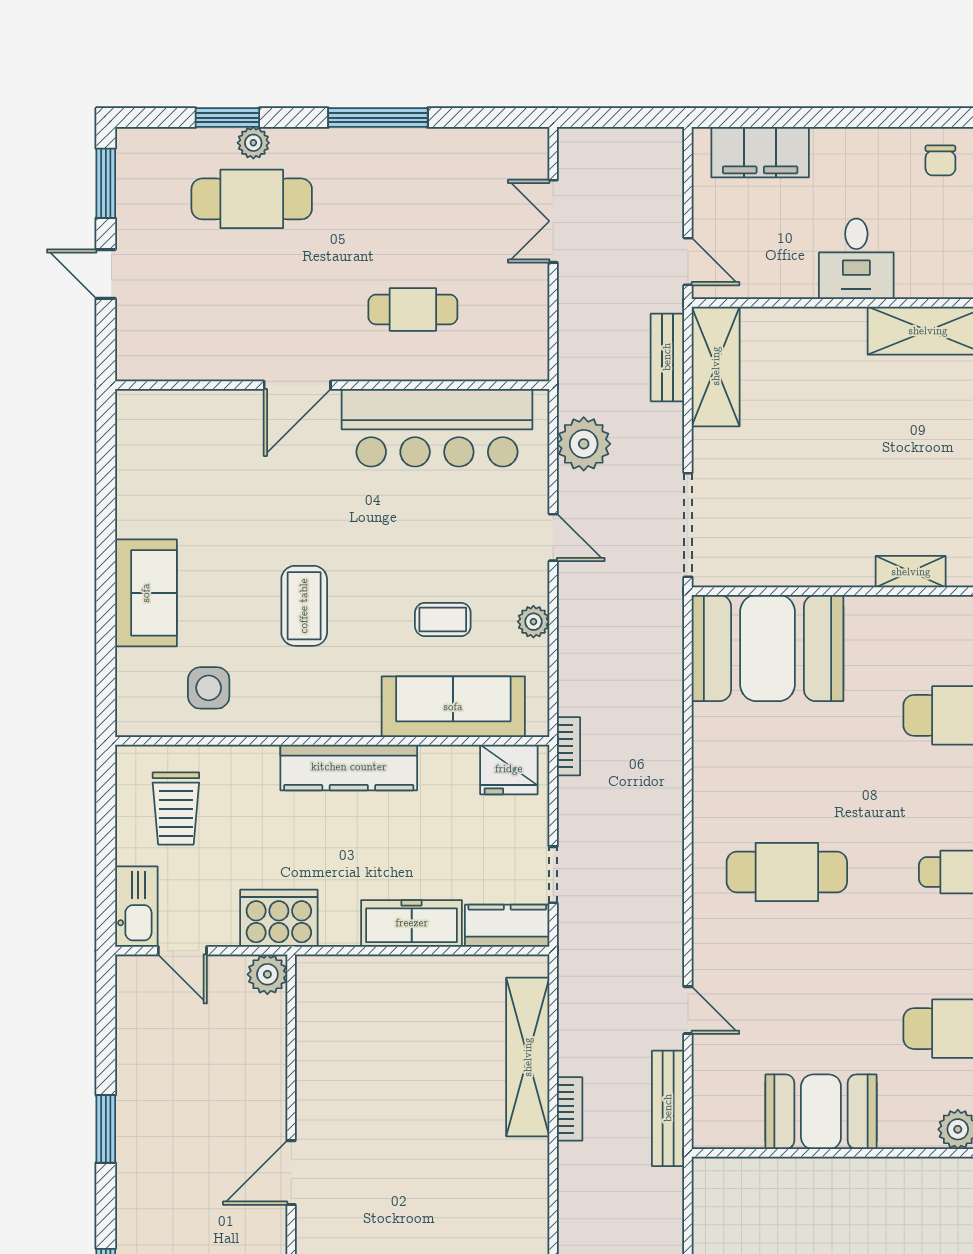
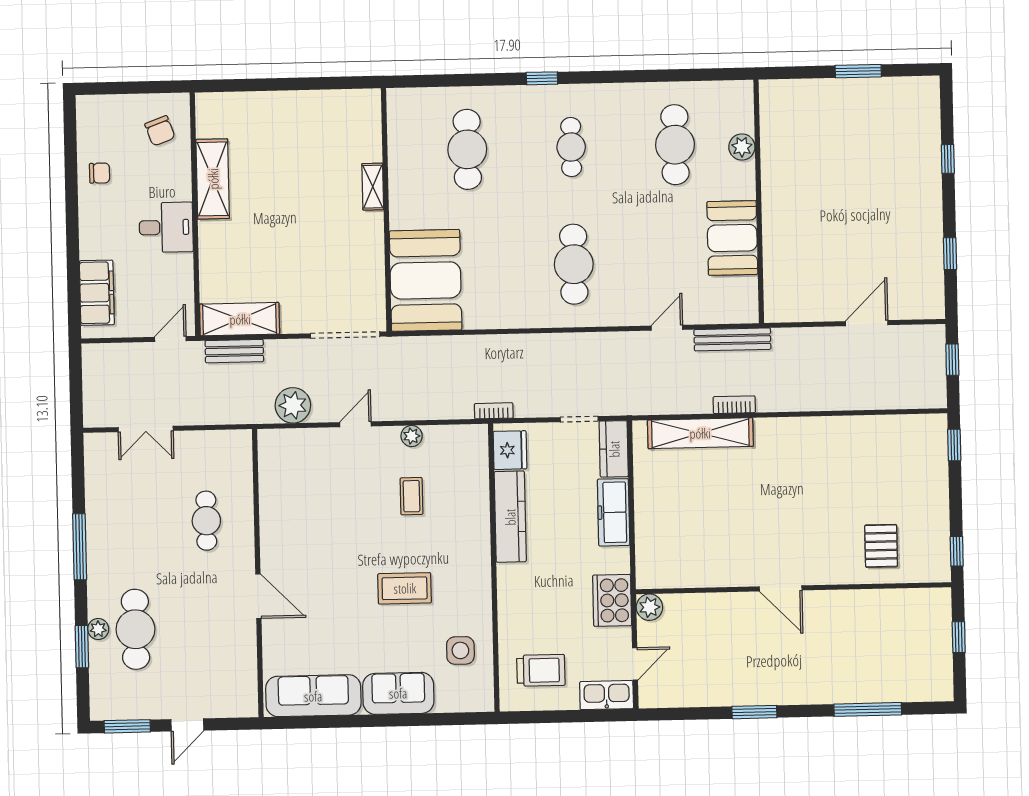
bar counter: (437, 428) -> (284, 503), removed
sofa: (453, 707) -> (313, 696), moved, turned 90
kitchen counter: (349, 767) -> (510, 517), moved

